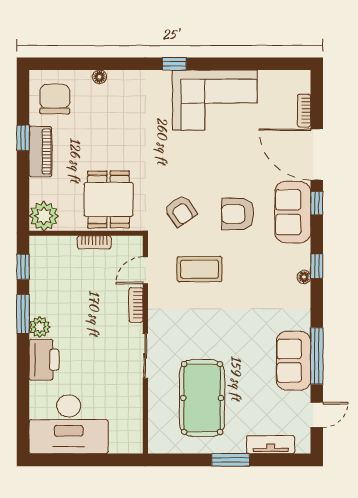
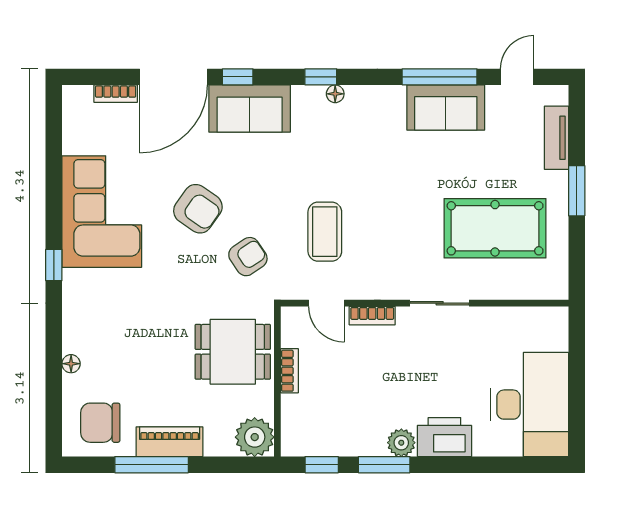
window: (23, 138) -> (152, 465), width x2.17
armchair: (238, 214) -> (198, 209), moved, turned -55
door: (317, 415) -> (517, 77), hinge flipped

